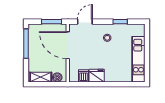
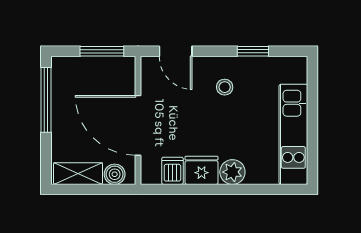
door: (85, 22) -> (176, 51), swing flipped
door: (68, 45) -> (138, 125), moved
plant: (111, 76) -> (232, 172), added

